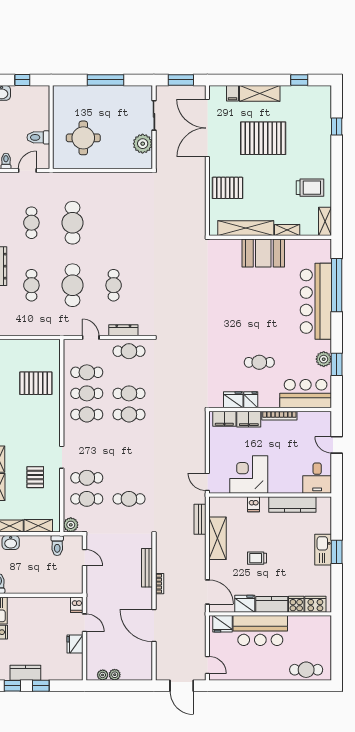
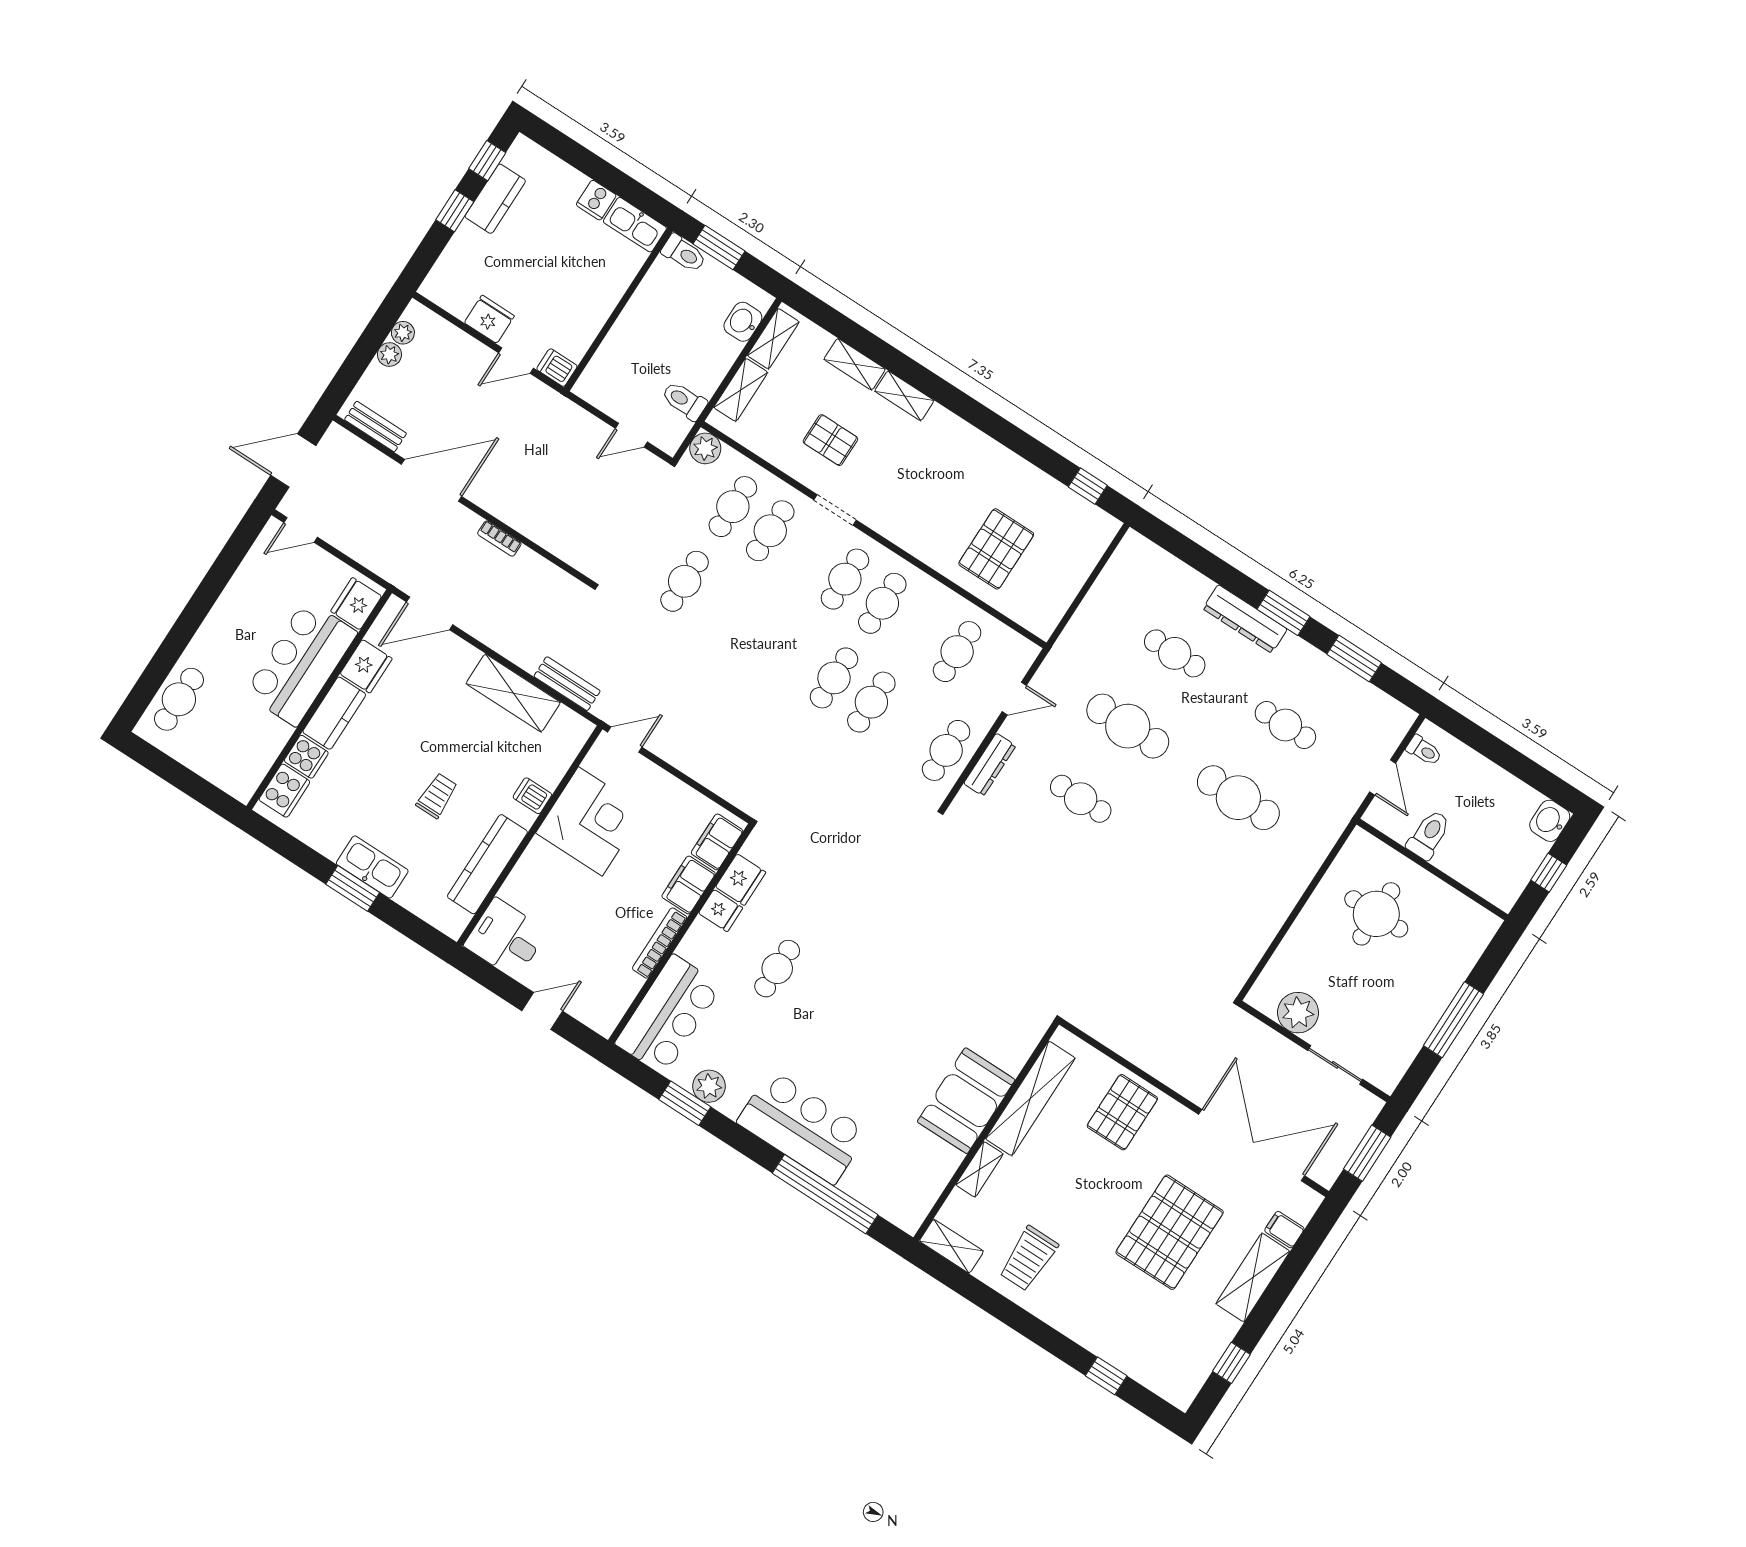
bar counter: (316, 301) -> (802, 1127), width x0.73
cafe table: (87, 393) -> (845, 579), moved
trolley: (257, 558) -> (437, 796), moved
bench: (147, 568) -> (375, 426), moved, width x0.73

